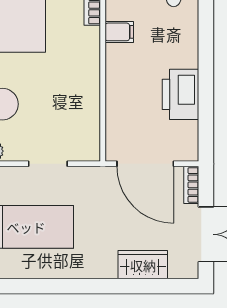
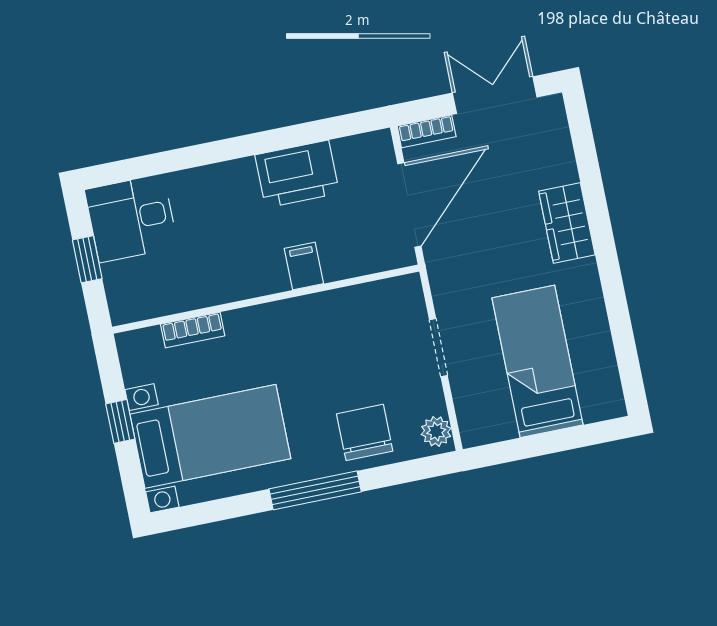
filing cabinet: (119, 32) -> (304, 266), moved
wardrobe: (143, 265) -> (567, 223), moved

